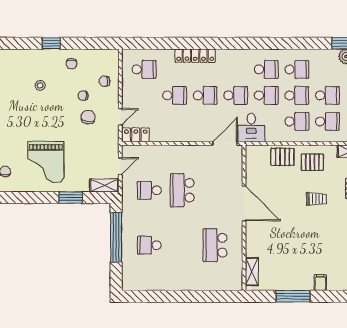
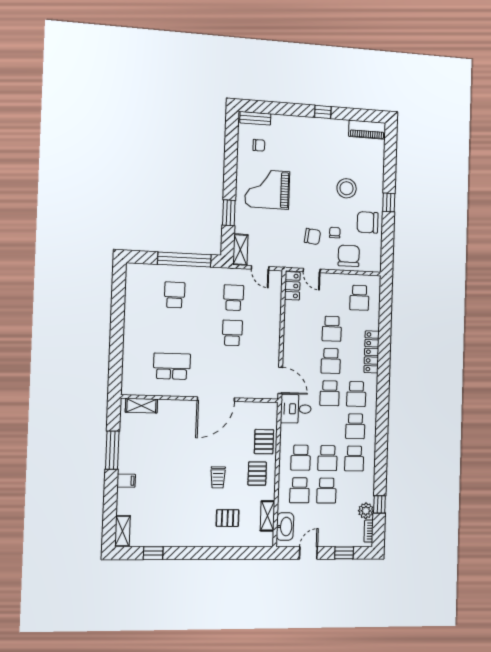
chair: (71, 64) -> (368, 222), width x1.87, depth x1.87
chair: (104, 81) -> (349, 256), width x1.87, depth x1.87
stool: (40, 85) -> (347, 188), width x1.89, depth x1.89
school desk: (266, 95) -> (356, 394), moved
school desk: (182, 190) -> (232, 333), width x0.54

